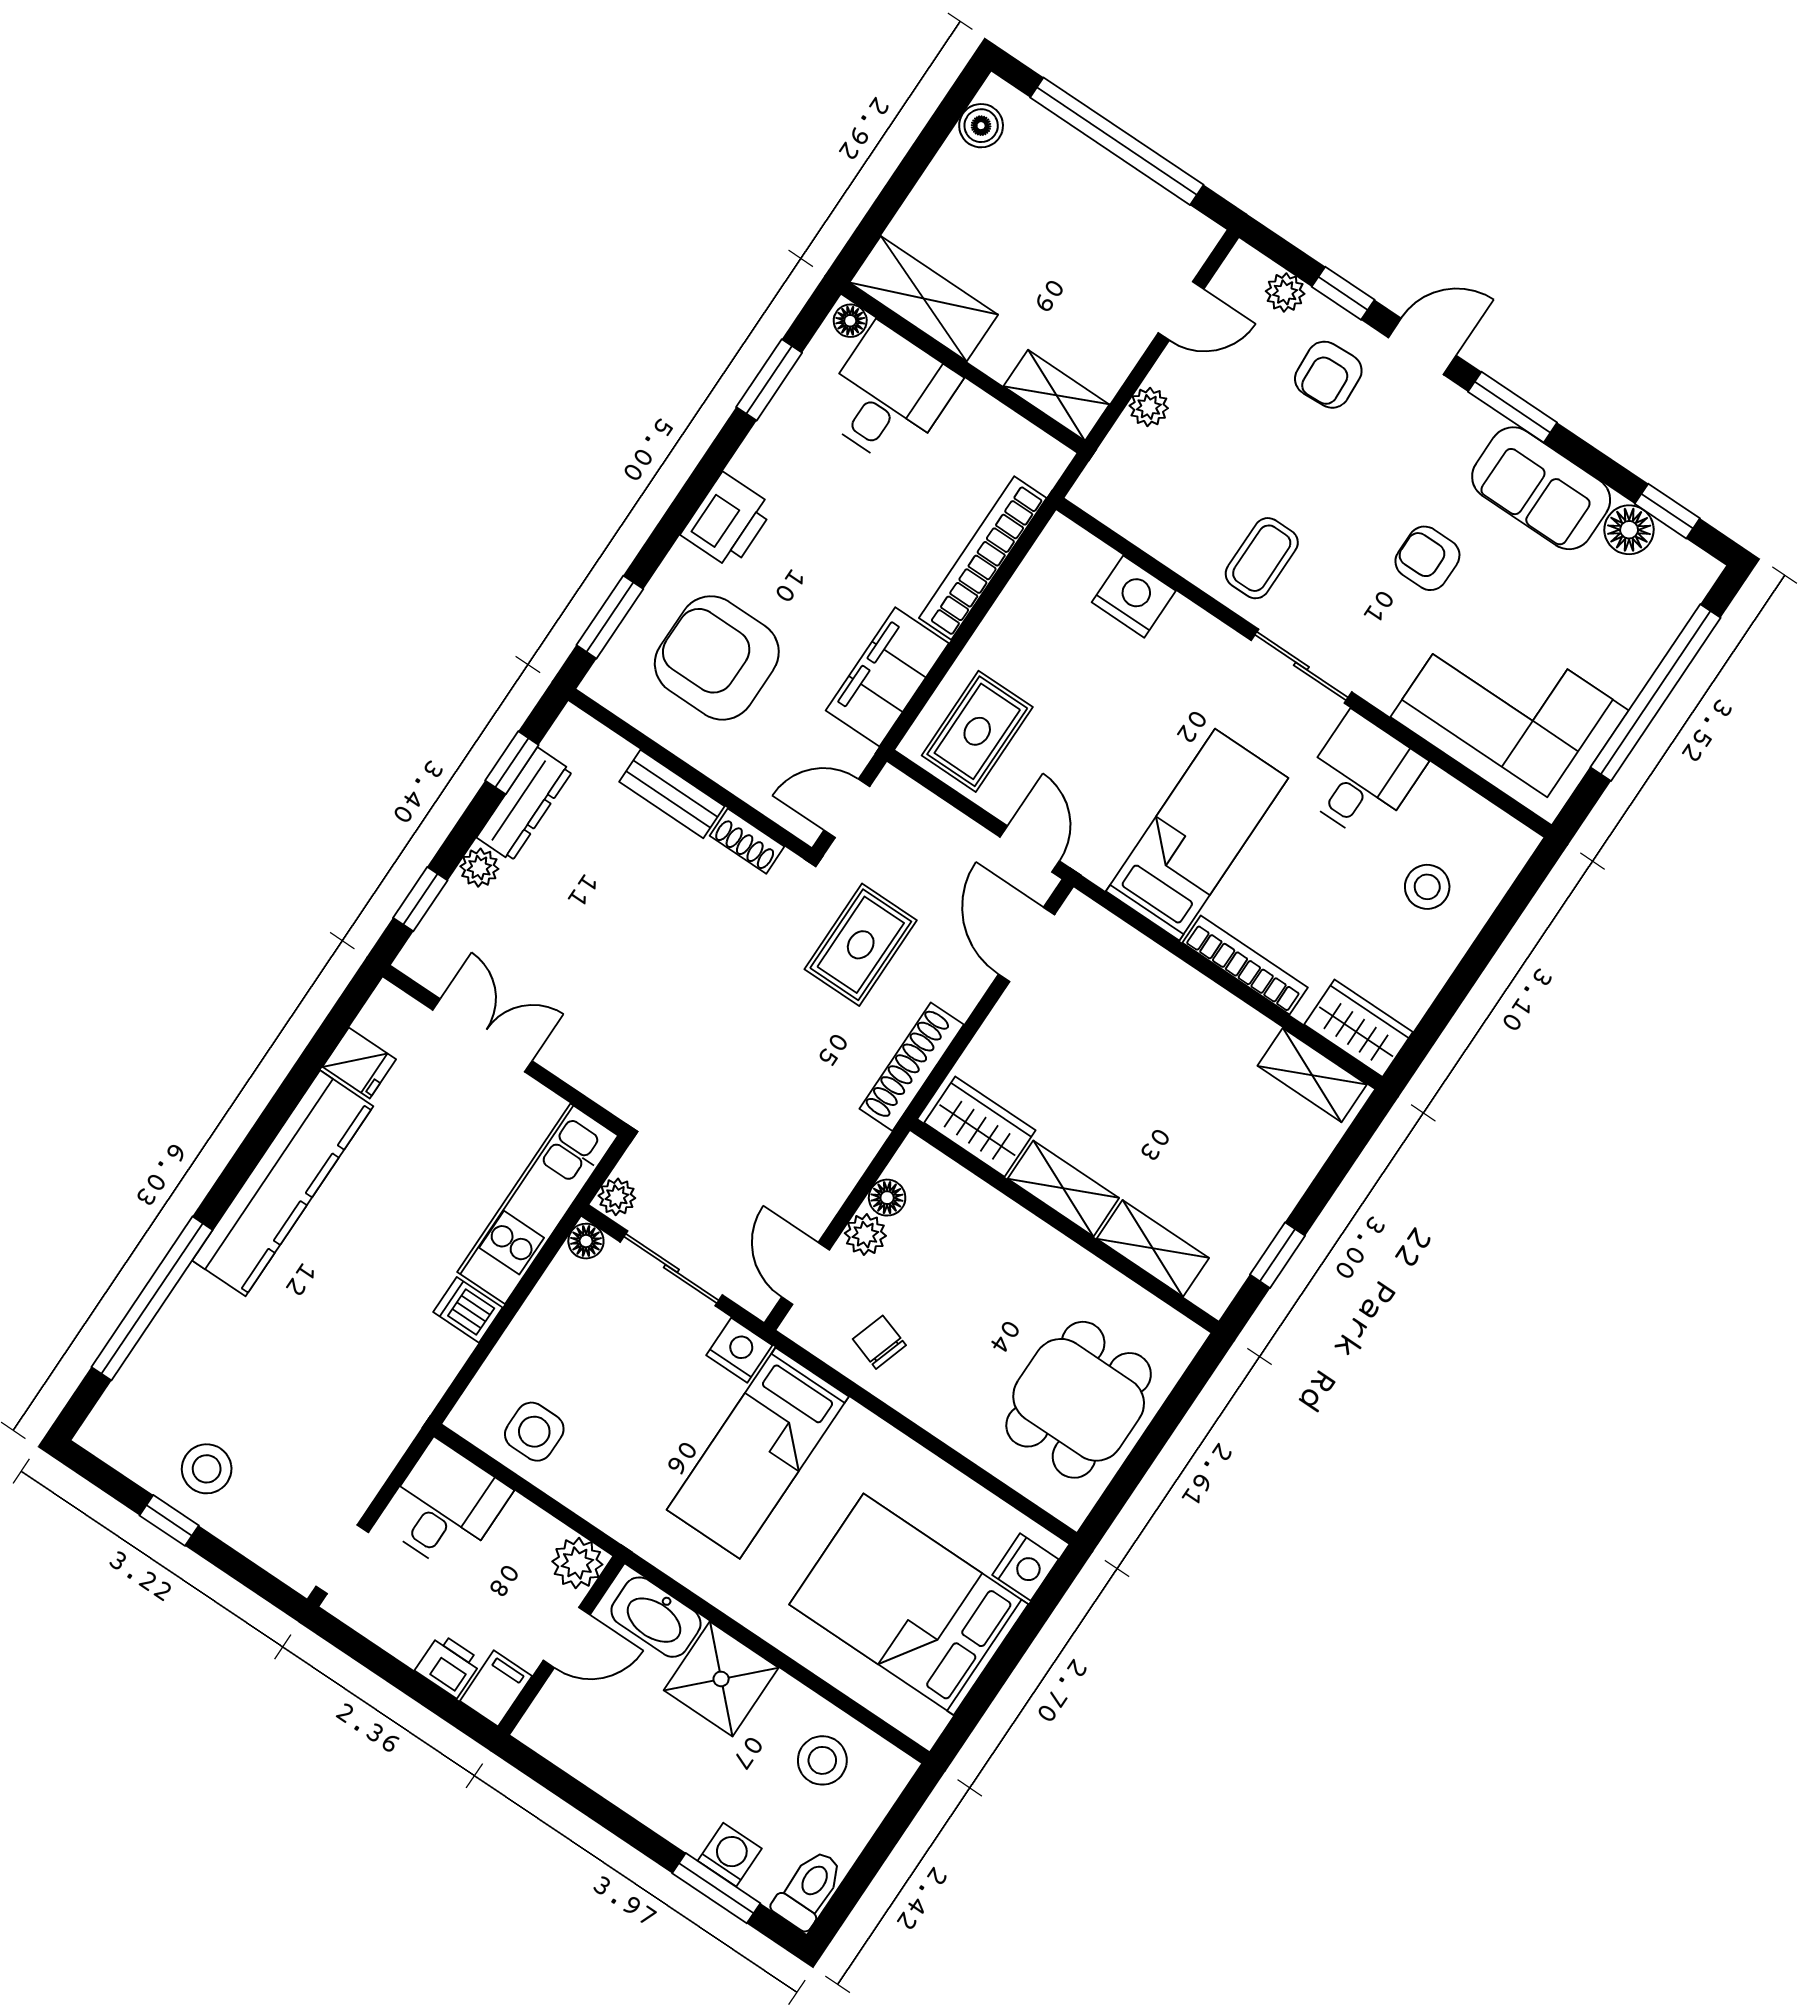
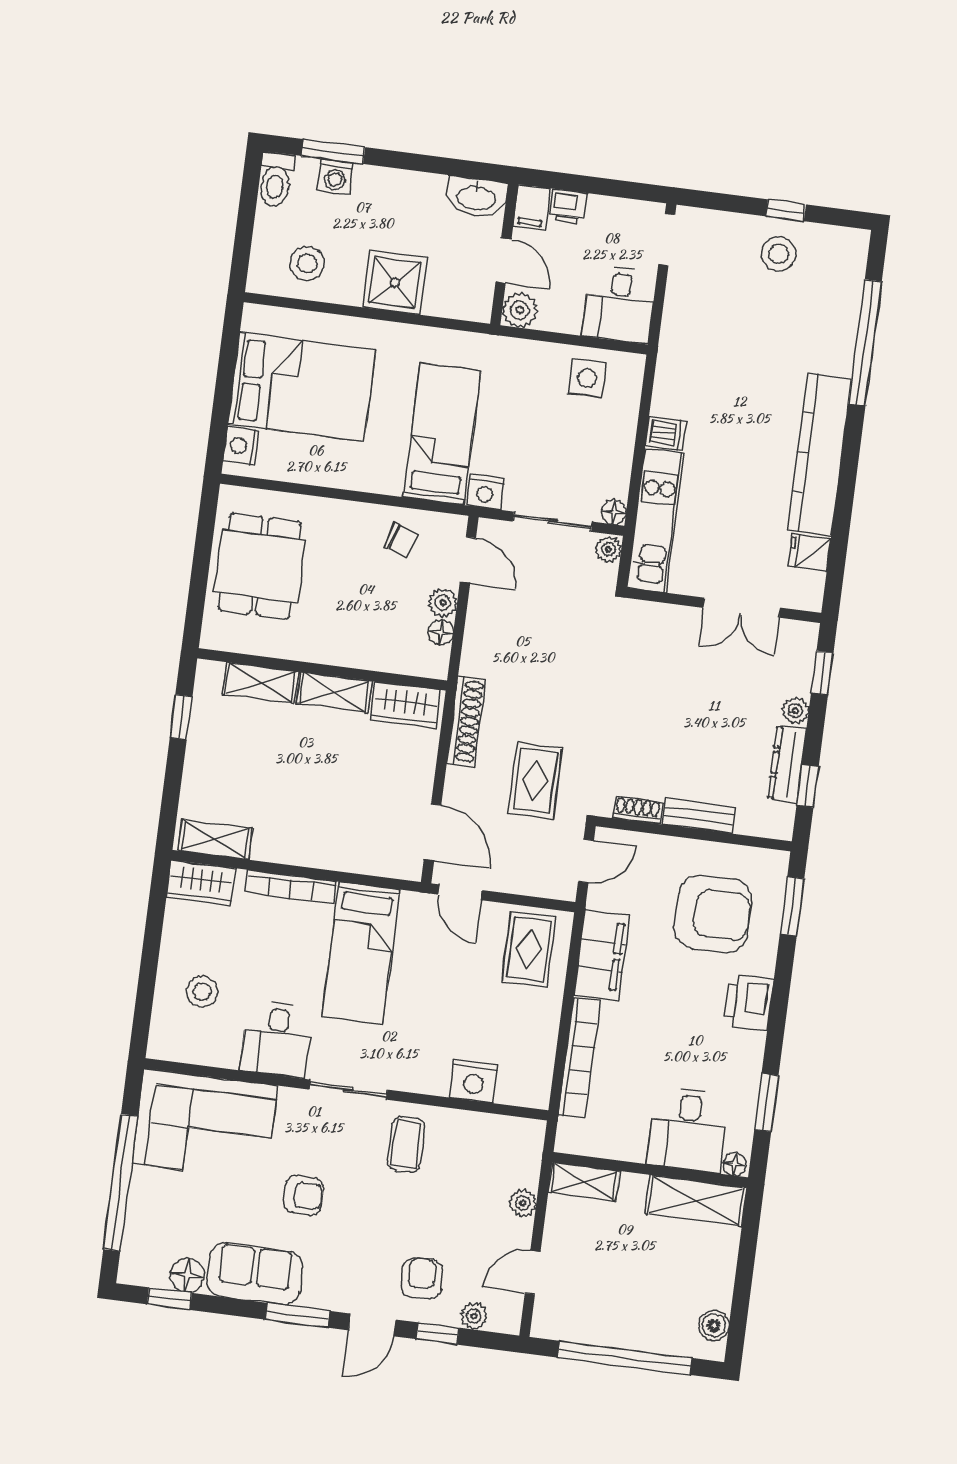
washbasin: (656, 1617) -> (476, 197), moved, turned 180
door: (567, 1638) -> (503, 261), swing flipped

